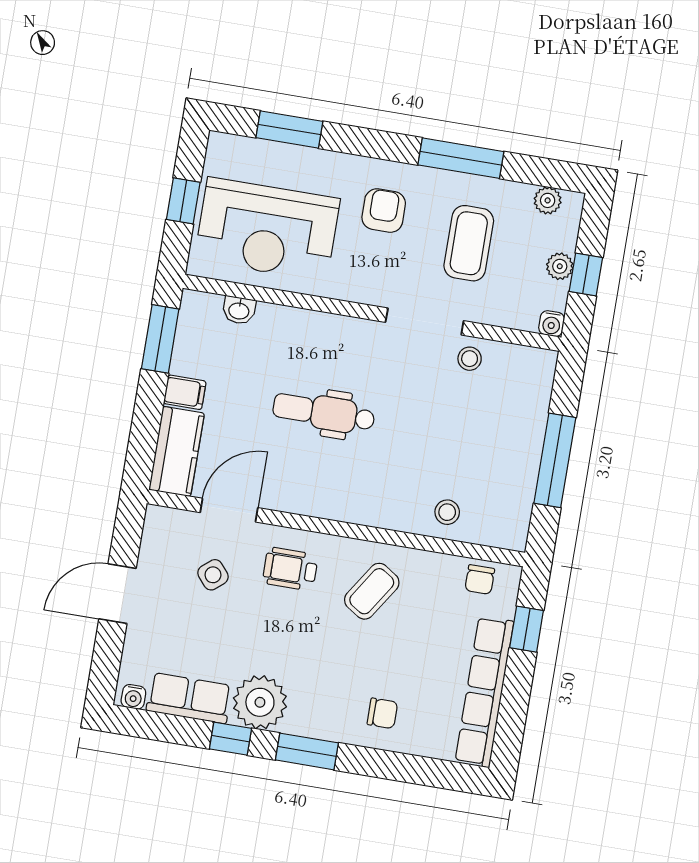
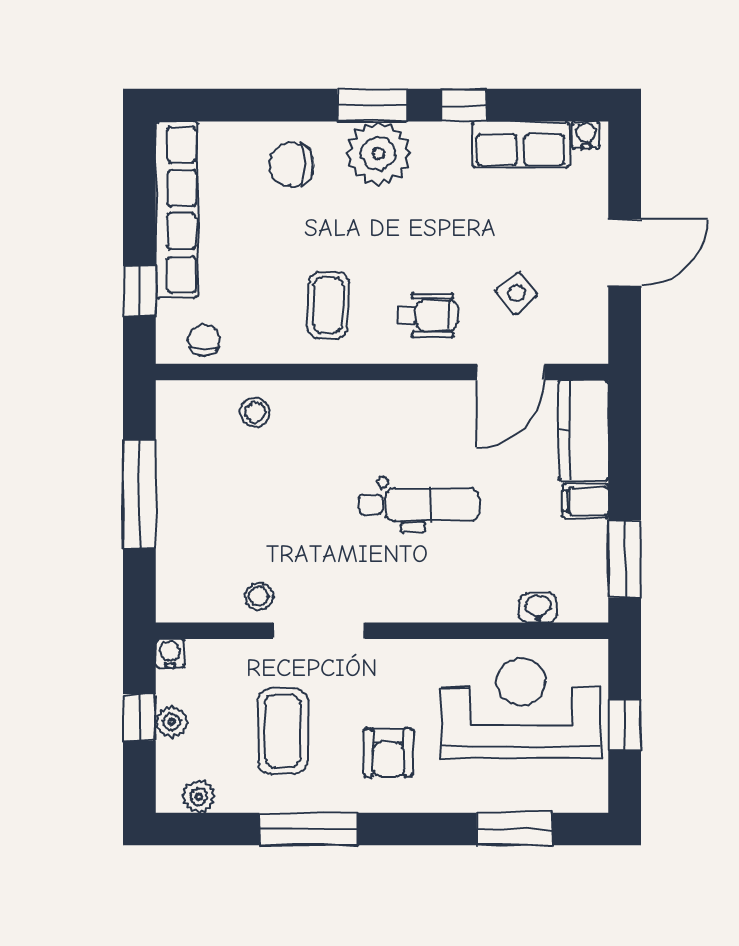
coffee table: (372, 591) -> (328, 305), turned -31
plant: (260, 702) -> (378, 153), moved
chair: (382, 713) -> (292, 164), width x1.37, depth x1.37

